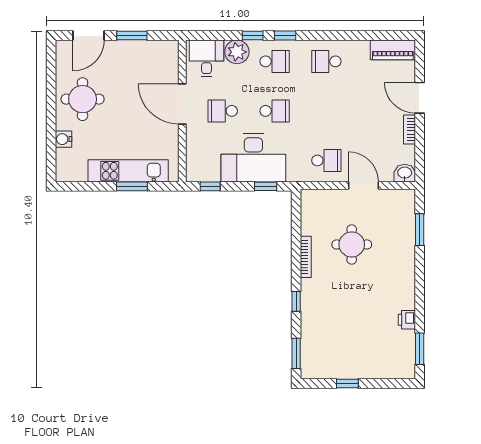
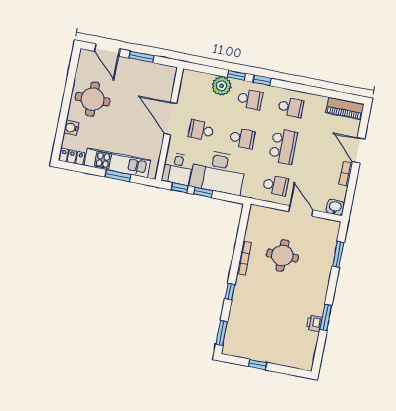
door: (89, 36) -> (107, 50), hinge flipped
desk: (206, 58) -> (177, 169), moved, turned 180
school desk: (326, 61) -> (291, 107), turned 180
school desk: (326, 111) -> (283, 146), added
locker: (71, 174) -> (72, 157), added
window: (266, 186) -> (203, 192), moved
window: (420, 349) -> (326, 317), moved

